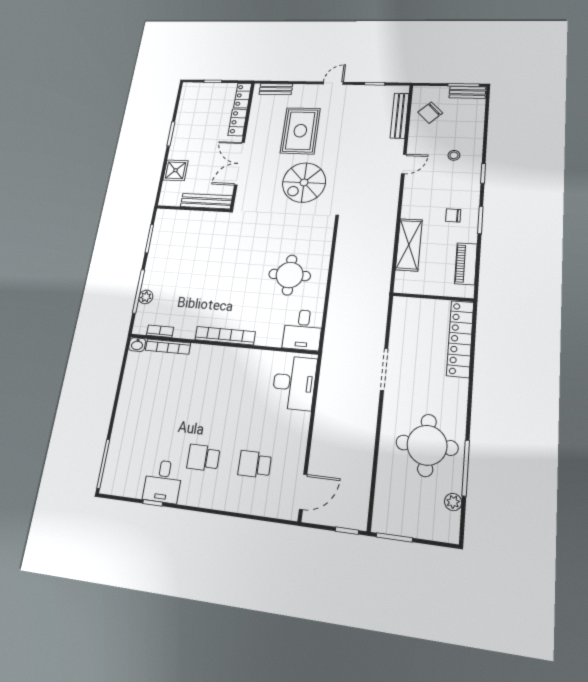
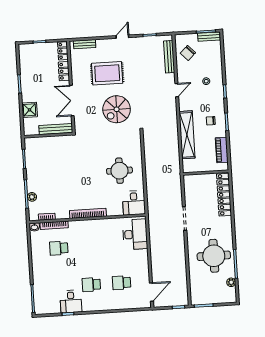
rug: (300, 131) -> (107, 73), turned 90
shelving: (409, 245) -> (187, 135), width x1.47
school desk: (166, 385) -> (59, 248), added

